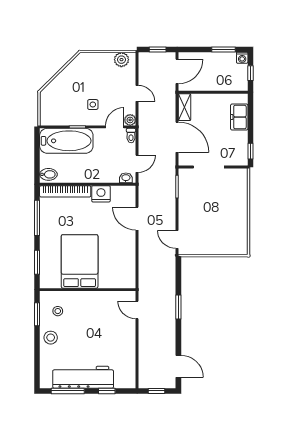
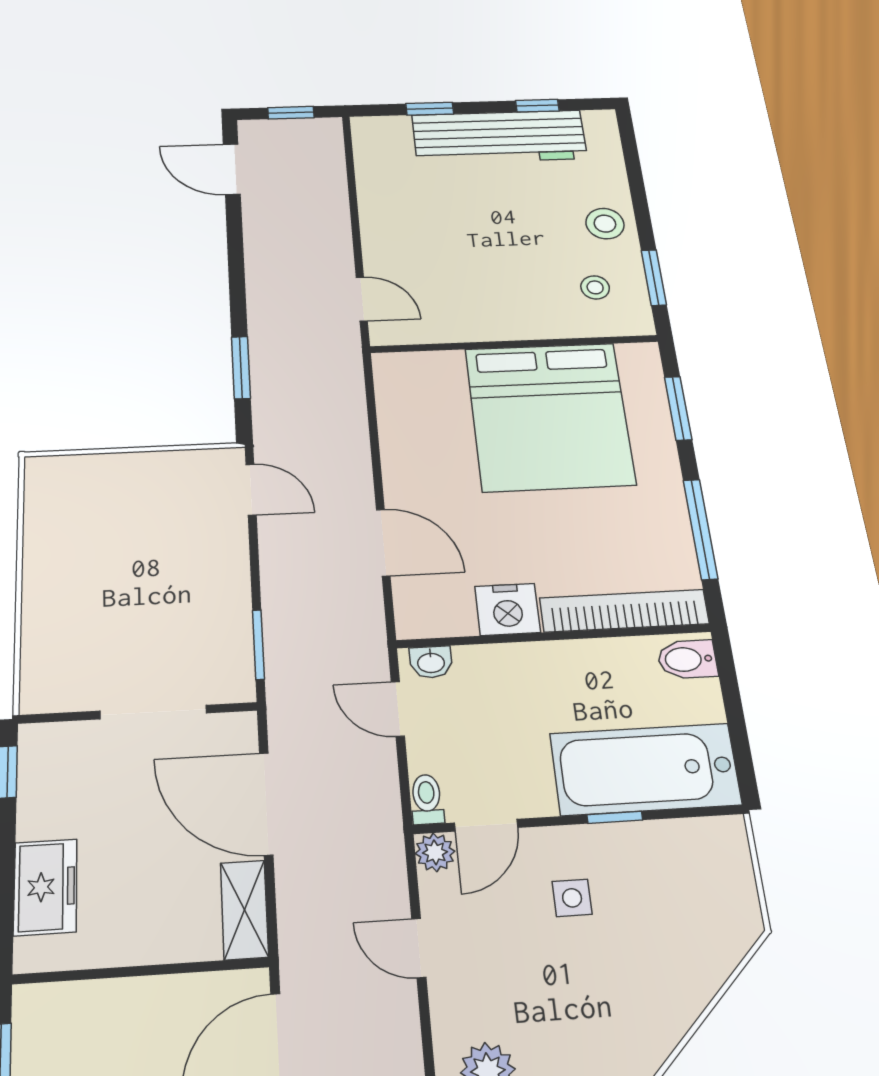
door: (137, 164) -> (398, 709), hinge flipped
bed: (80, 261) -> (549, 416), width x1.36
window: (178, 307) -> (241, 367), moved
window: (68, 391) -> (537, 106), width x0.46

